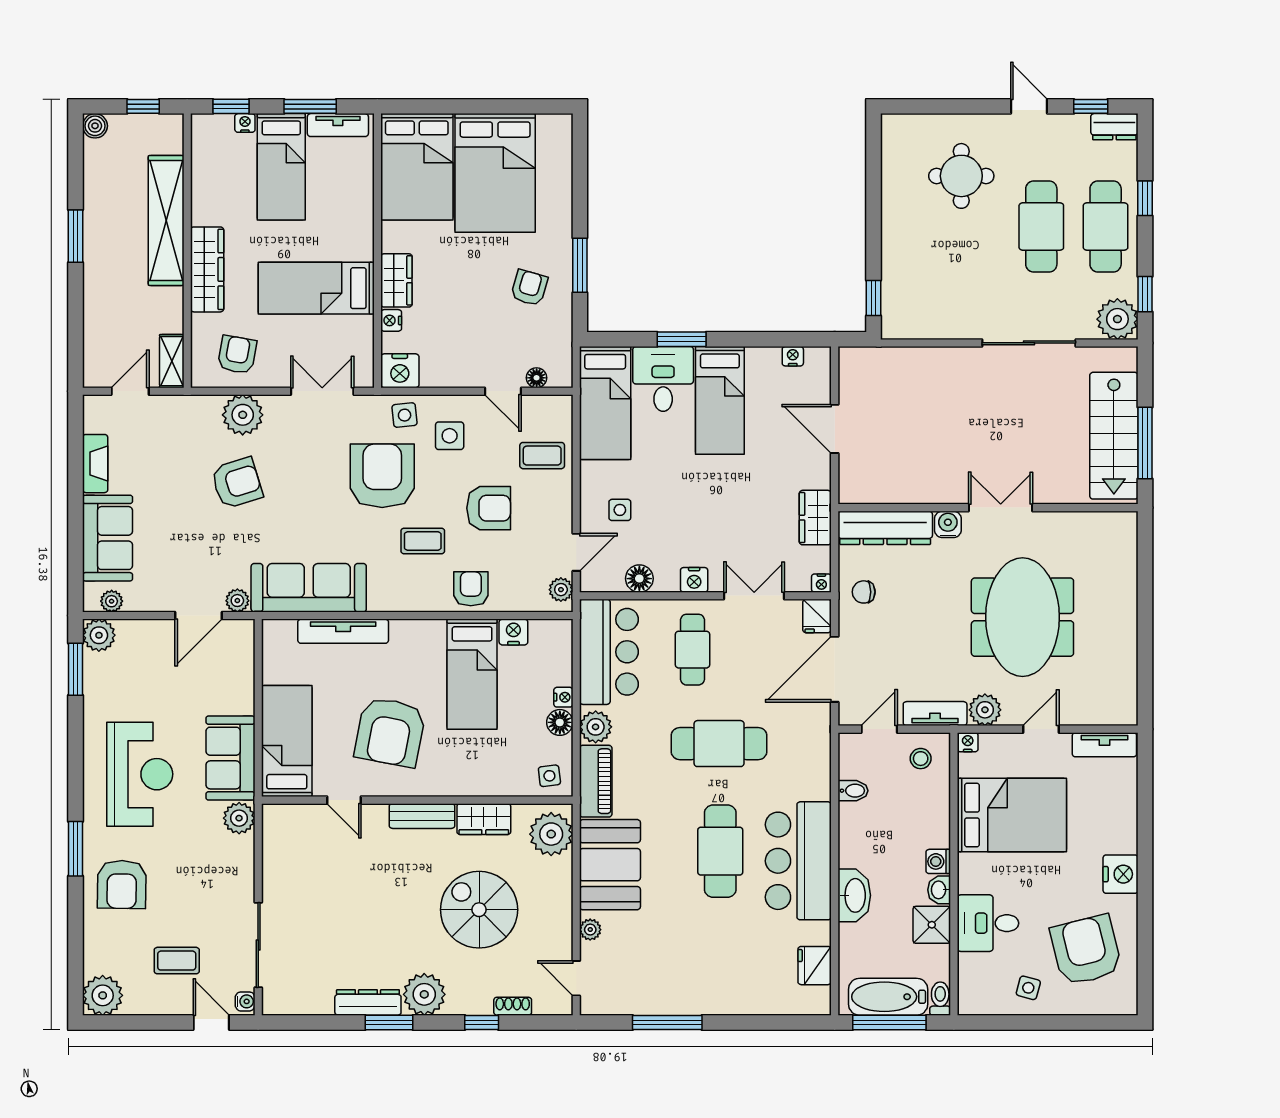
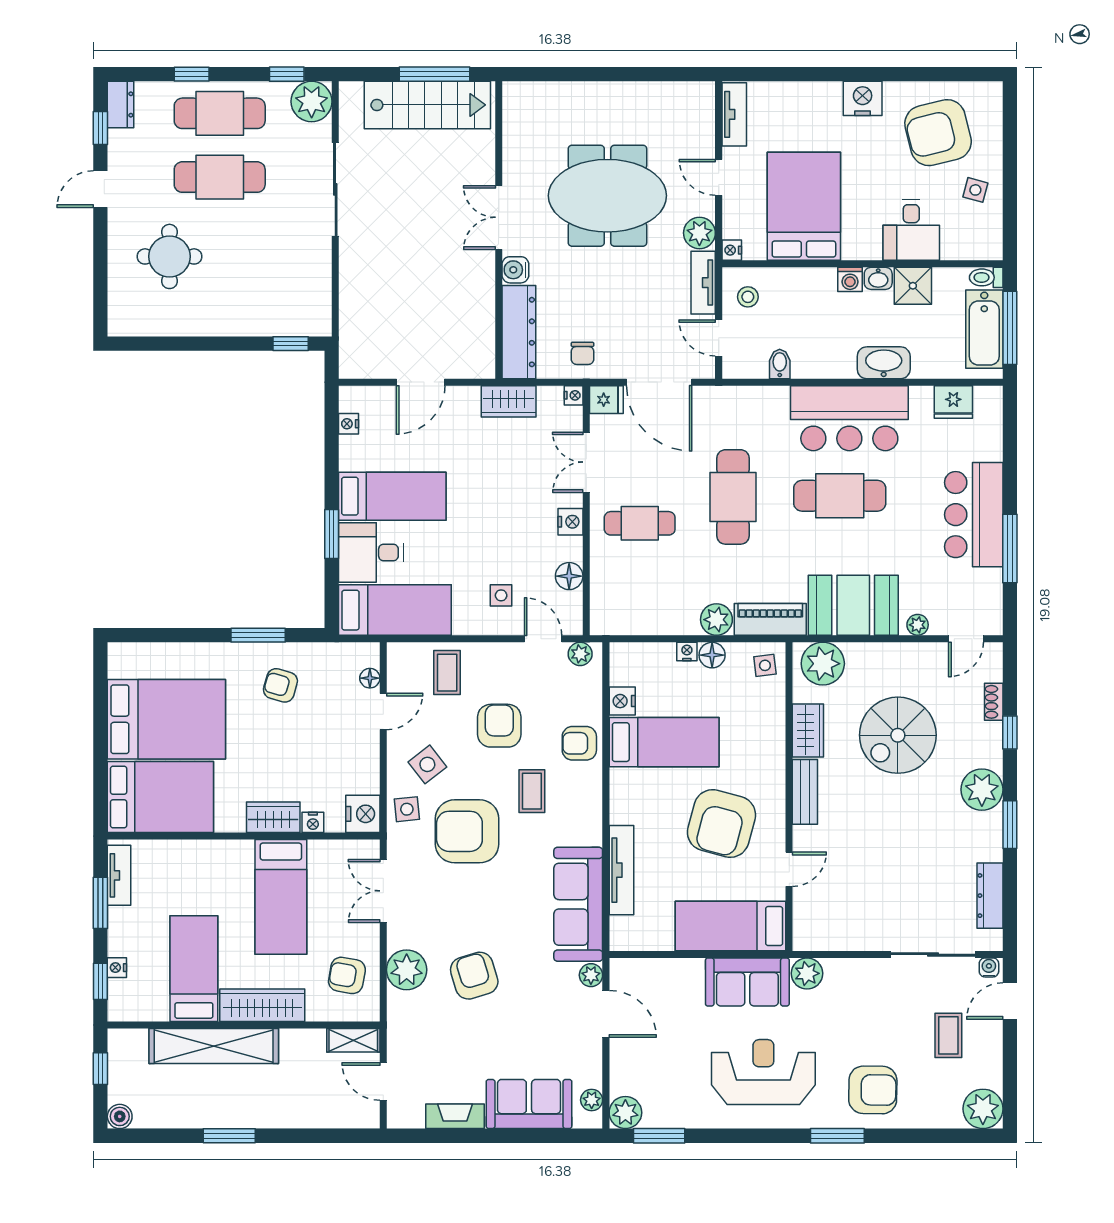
bed: (281, 167) -> (194, 969), moved, turned -90
side table: (450, 436) -> (427, 764), turned -38
bar counter: (609, 652) -> (974, 515), moved, turned -90
armchair: (390, 732) -> (721, 823), turned 94
dresser: (368, 1002) -> (990, 896), moved

